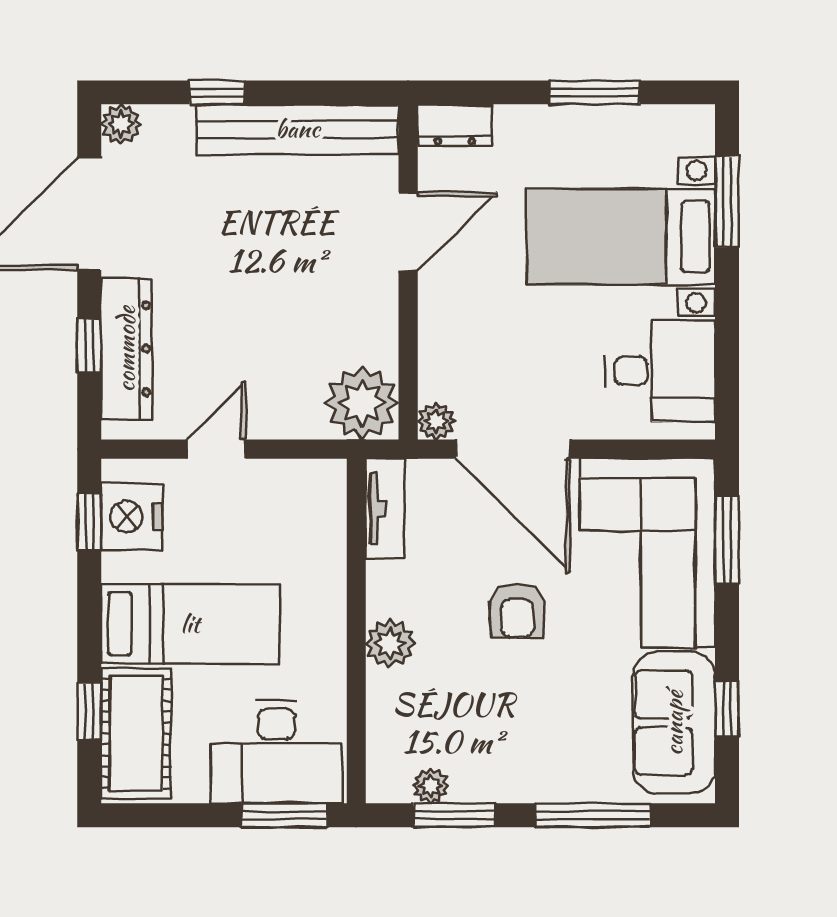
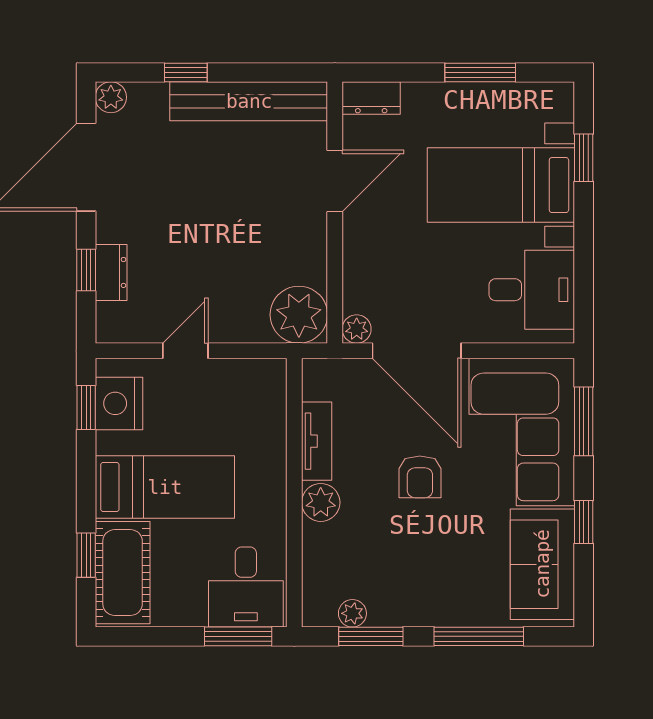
window: (727, 202) -> (584, 158), width x0.67
dresser: (126, 349) -> (111, 272), width x0.51, depth x0.80
tv unit: (385, 509) -> (317, 441), moved
window: (727, 708) -> (584, 522), moved
desk: (276, 752) -> (246, 587), width x0.73

